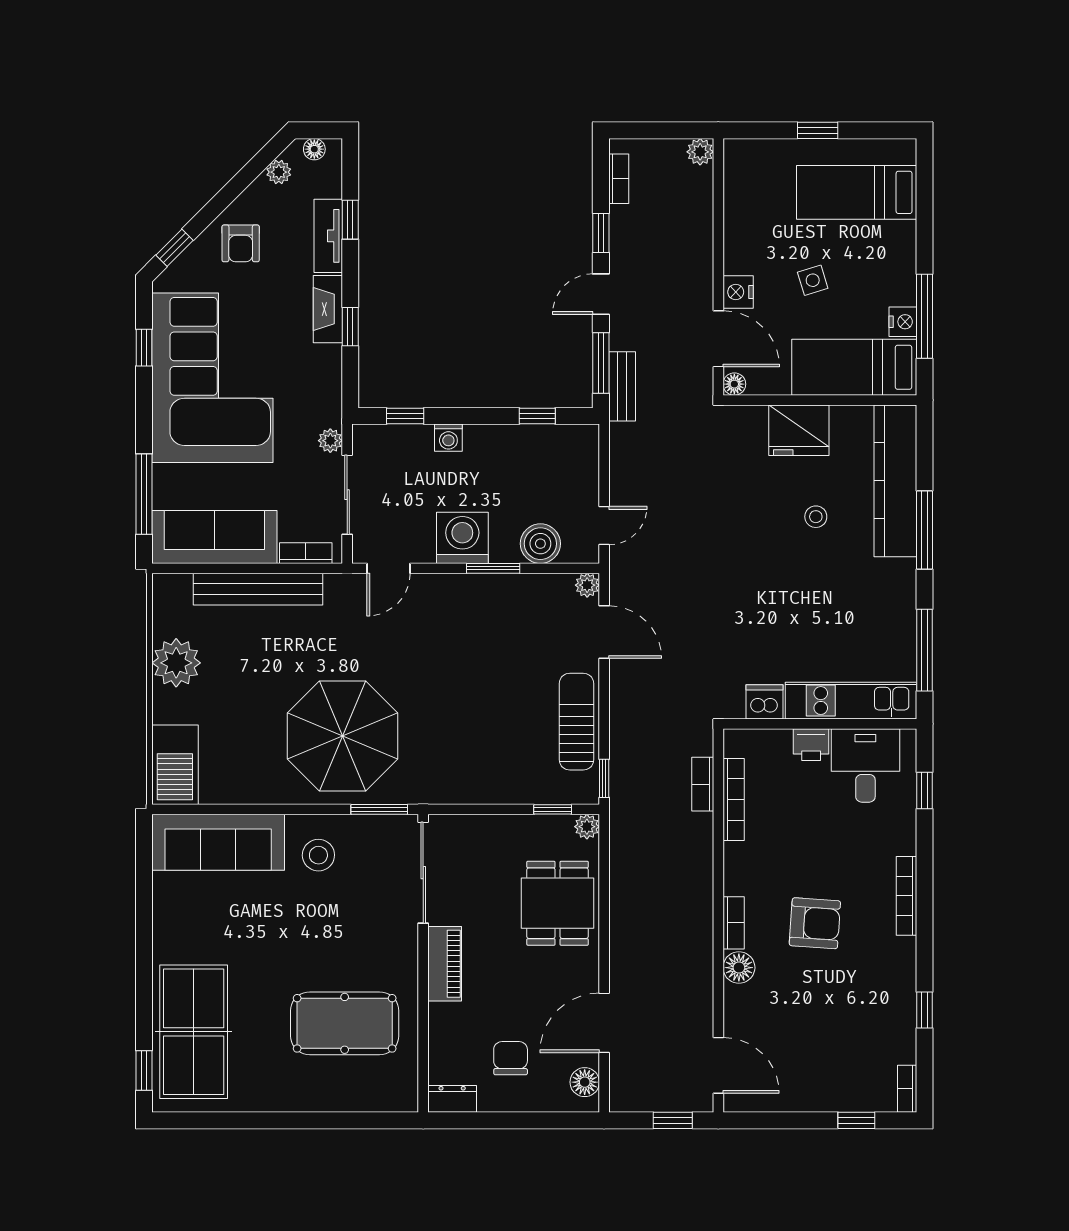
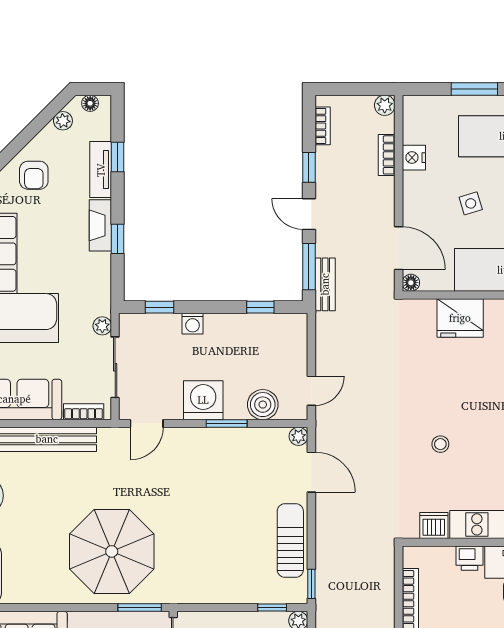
window: (818, 130) -> (474, 89), width x1.50
nightstand: (738, 292) -> (414, 158), moved
door: (601, 294) -> (309, 214), hinge flipped
stool: (816, 517) -> (440, 444), moved
bookcase: (703, 784) -> (387, 155), moved

